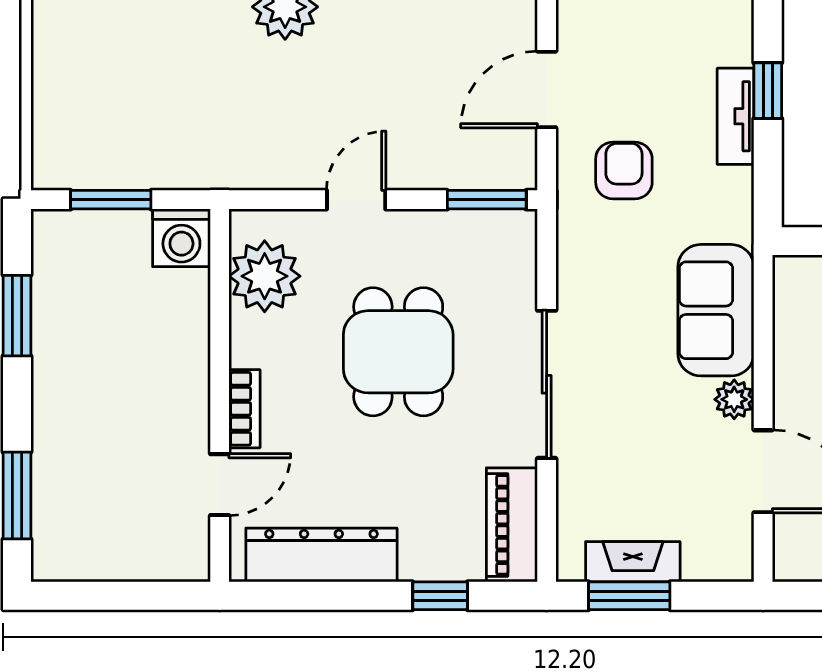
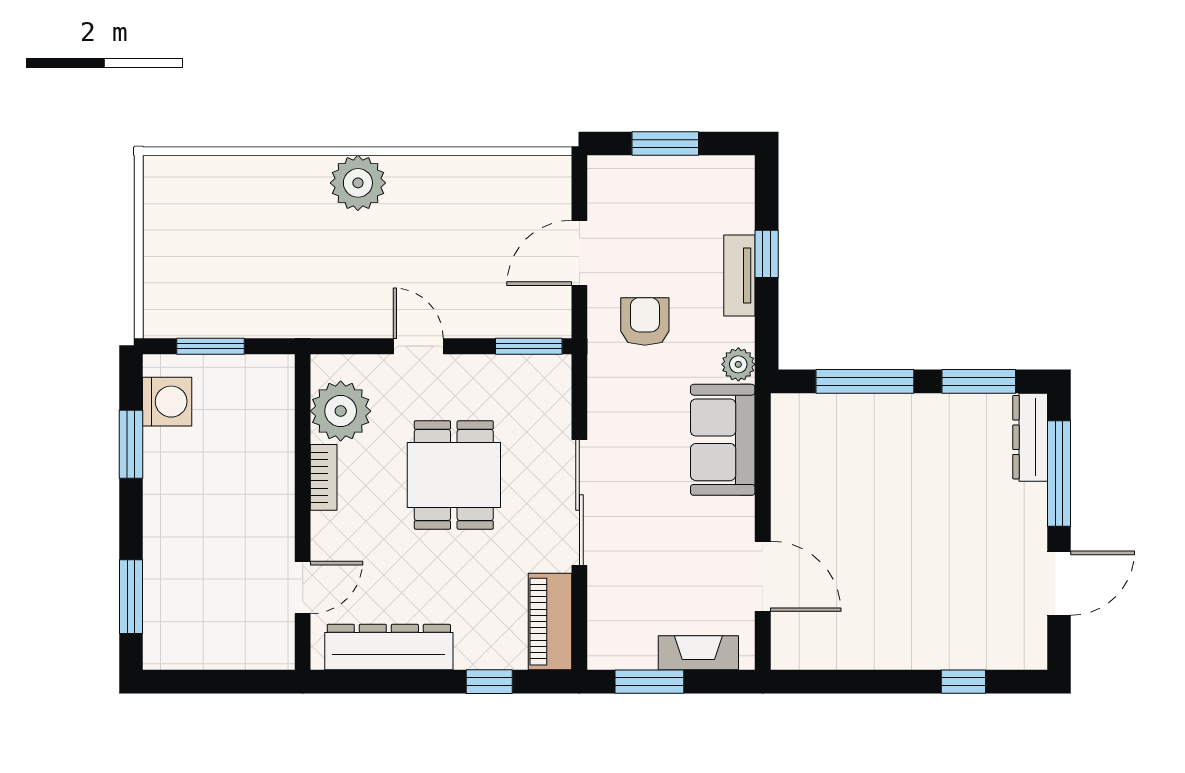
door: (356, 200) -> (418, 346), hinge flipped
washing machine: (181, 238) -> (167, 402), moved, turned -90
plant: (734, 399) -> (738, 364), moved
bookcase: (244, 409) -> (324, 477), moved
fireplace: (633, 562) -> (698, 653), moved

